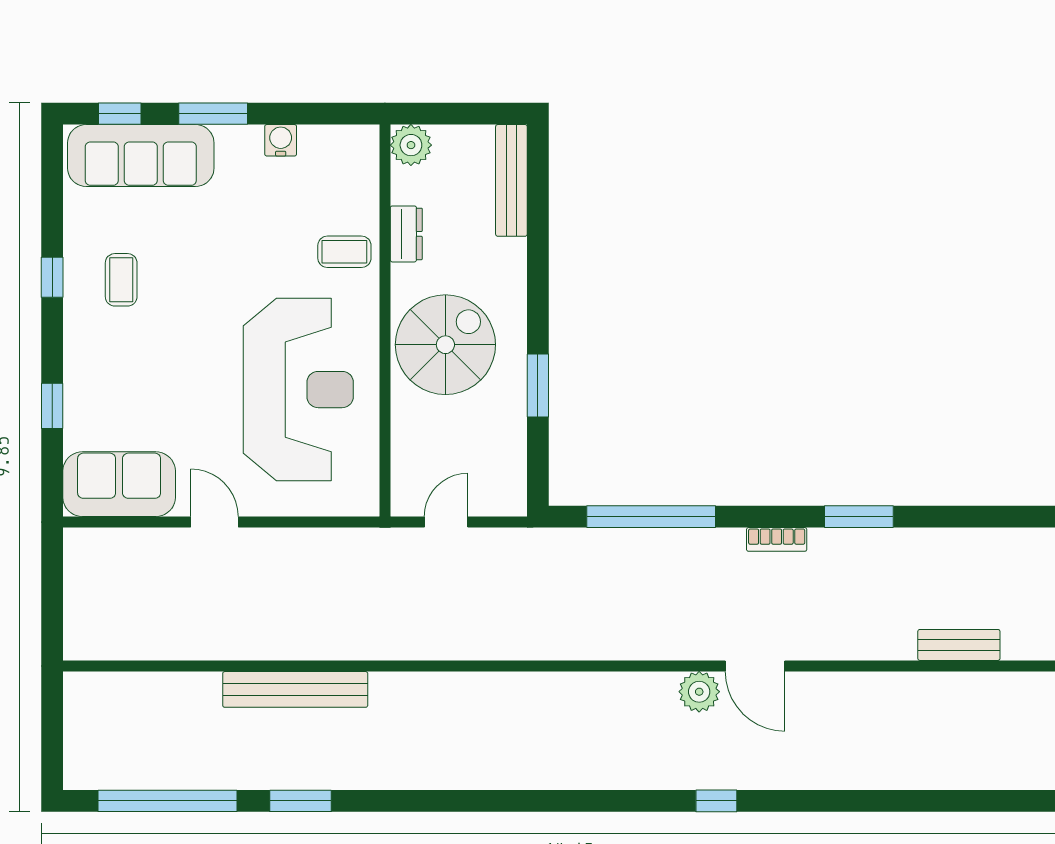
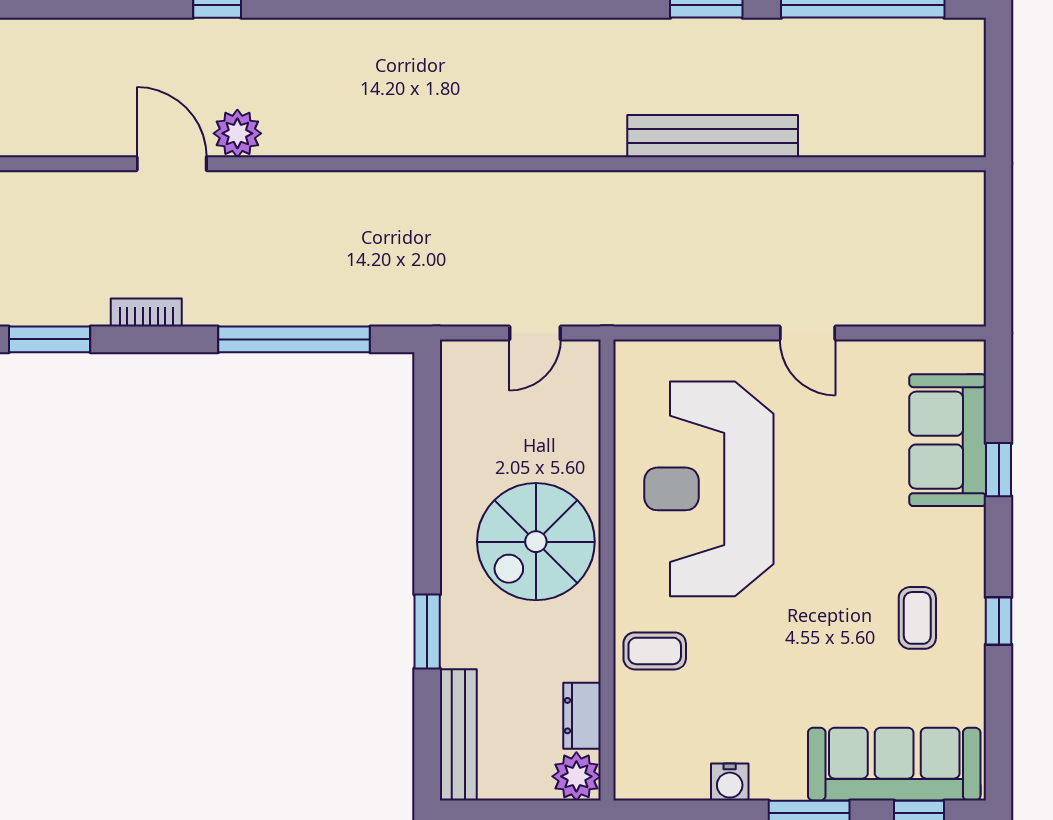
dresser: (406, 234) -> (582, 716), moved
window: (538, 385) -> (427, 631), moved
sofa: (119, 484) -> (948, 440), moved, turned 90

